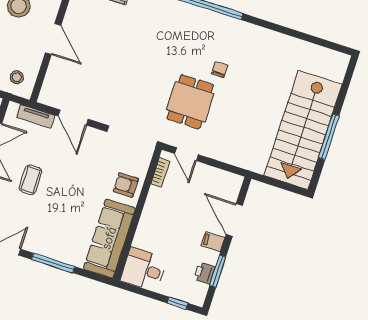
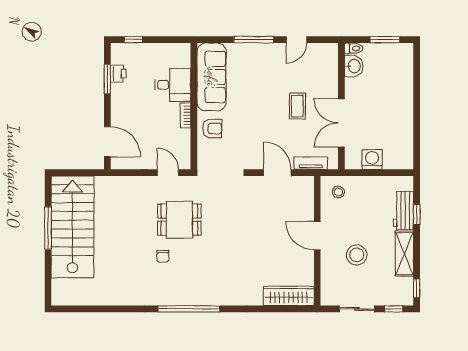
dining table: (190, 102) -> (179, 220), turned 90
bookcase: (160, 172) -> (186, 115), moved
door: (234, 220) -> (107, 142), moved
filing cabinet: (213, 242) -> (120, 103), removed
desk: (144, 270) -> (173, 85), moved

